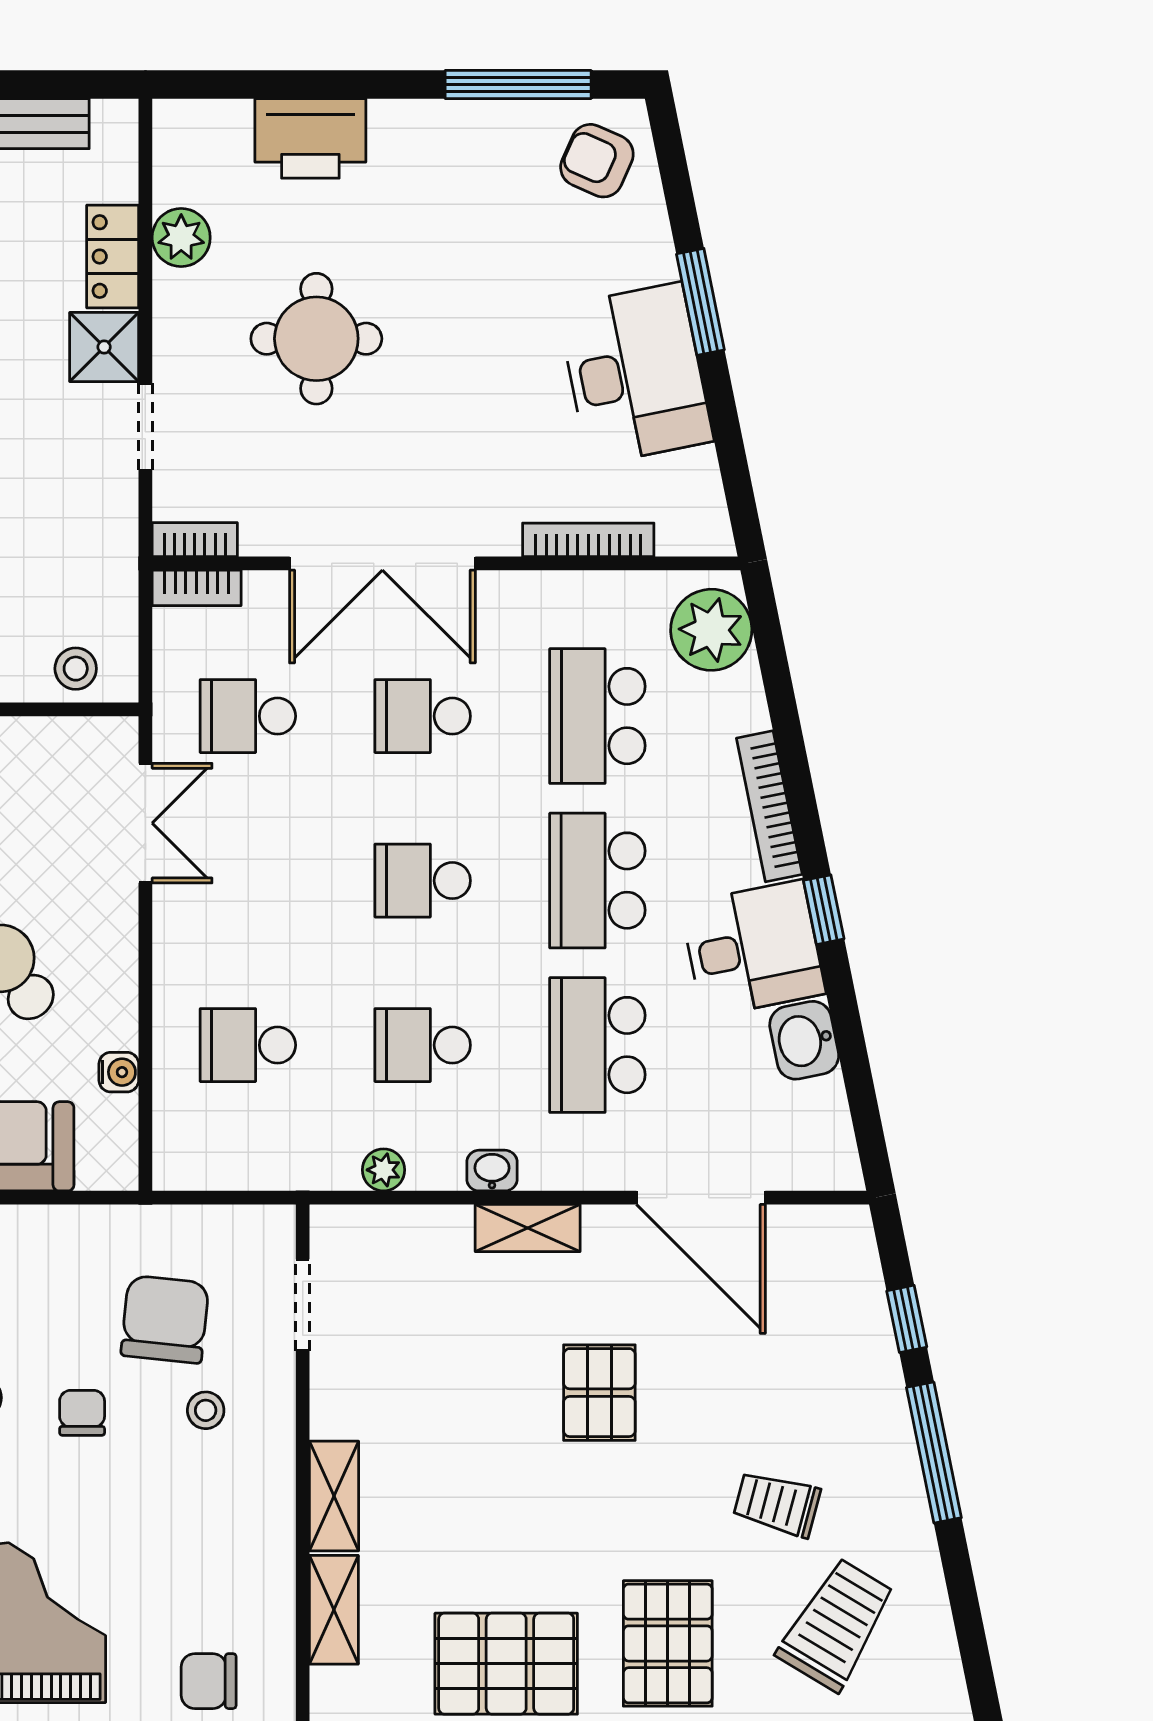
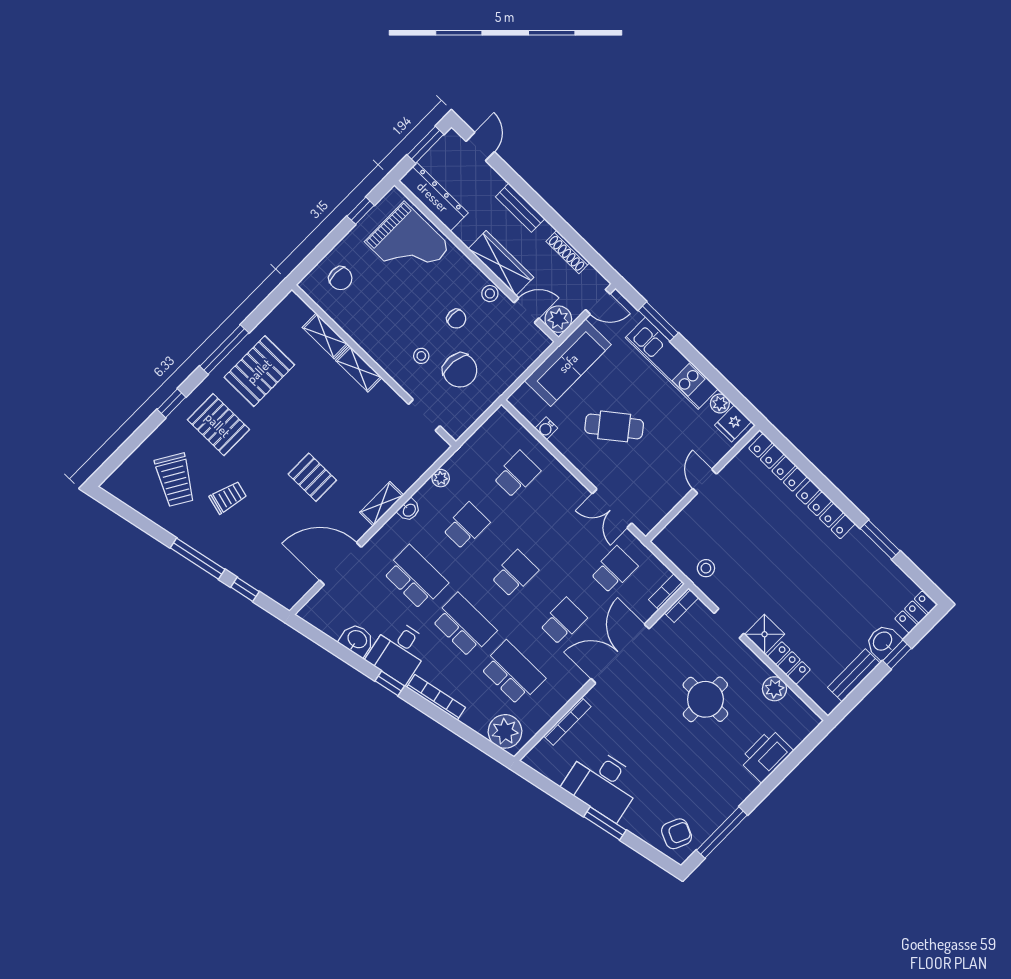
stool: (76, 669) -> (706, 568), moved
chair: (209, 1681) -> (340, 278), turned 90

